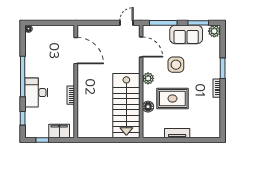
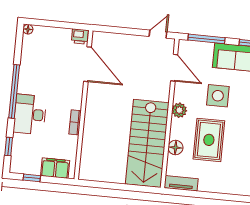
printer: (68, 30) -> (80, 37), added
rug: (172, 98) -> (209, 140), turned 90
tv unit: (177, 133) -> (181, 183), moved

